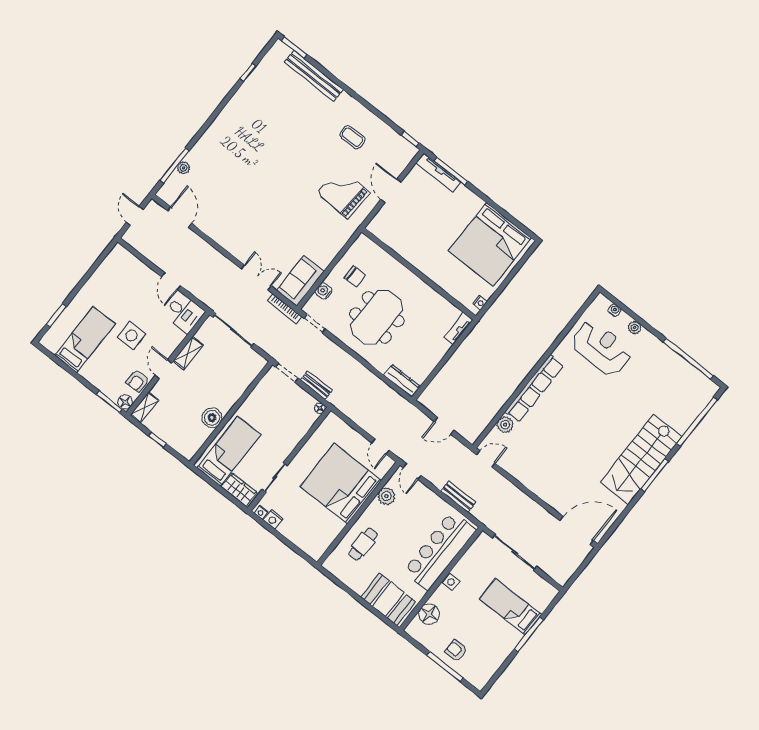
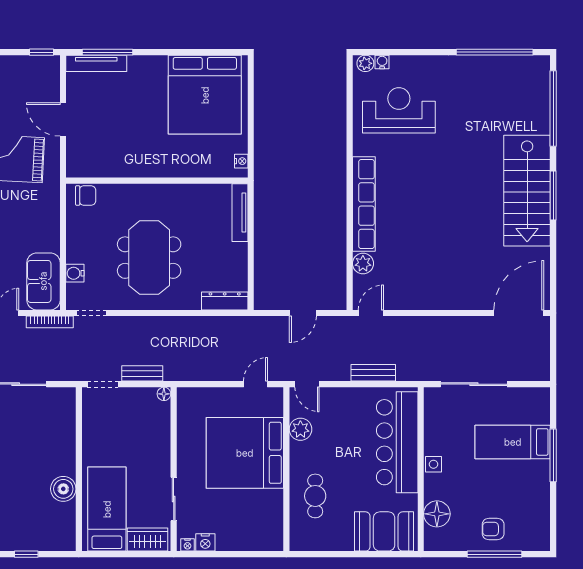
chair: (355, 277) -> (86, 196), moved
plant: (635, 328) -> (365, 63), moved
tv unit: (458, 329) -> (240, 213), width x1.41
door: (381, 447) -> (255, 384), swing flipped

